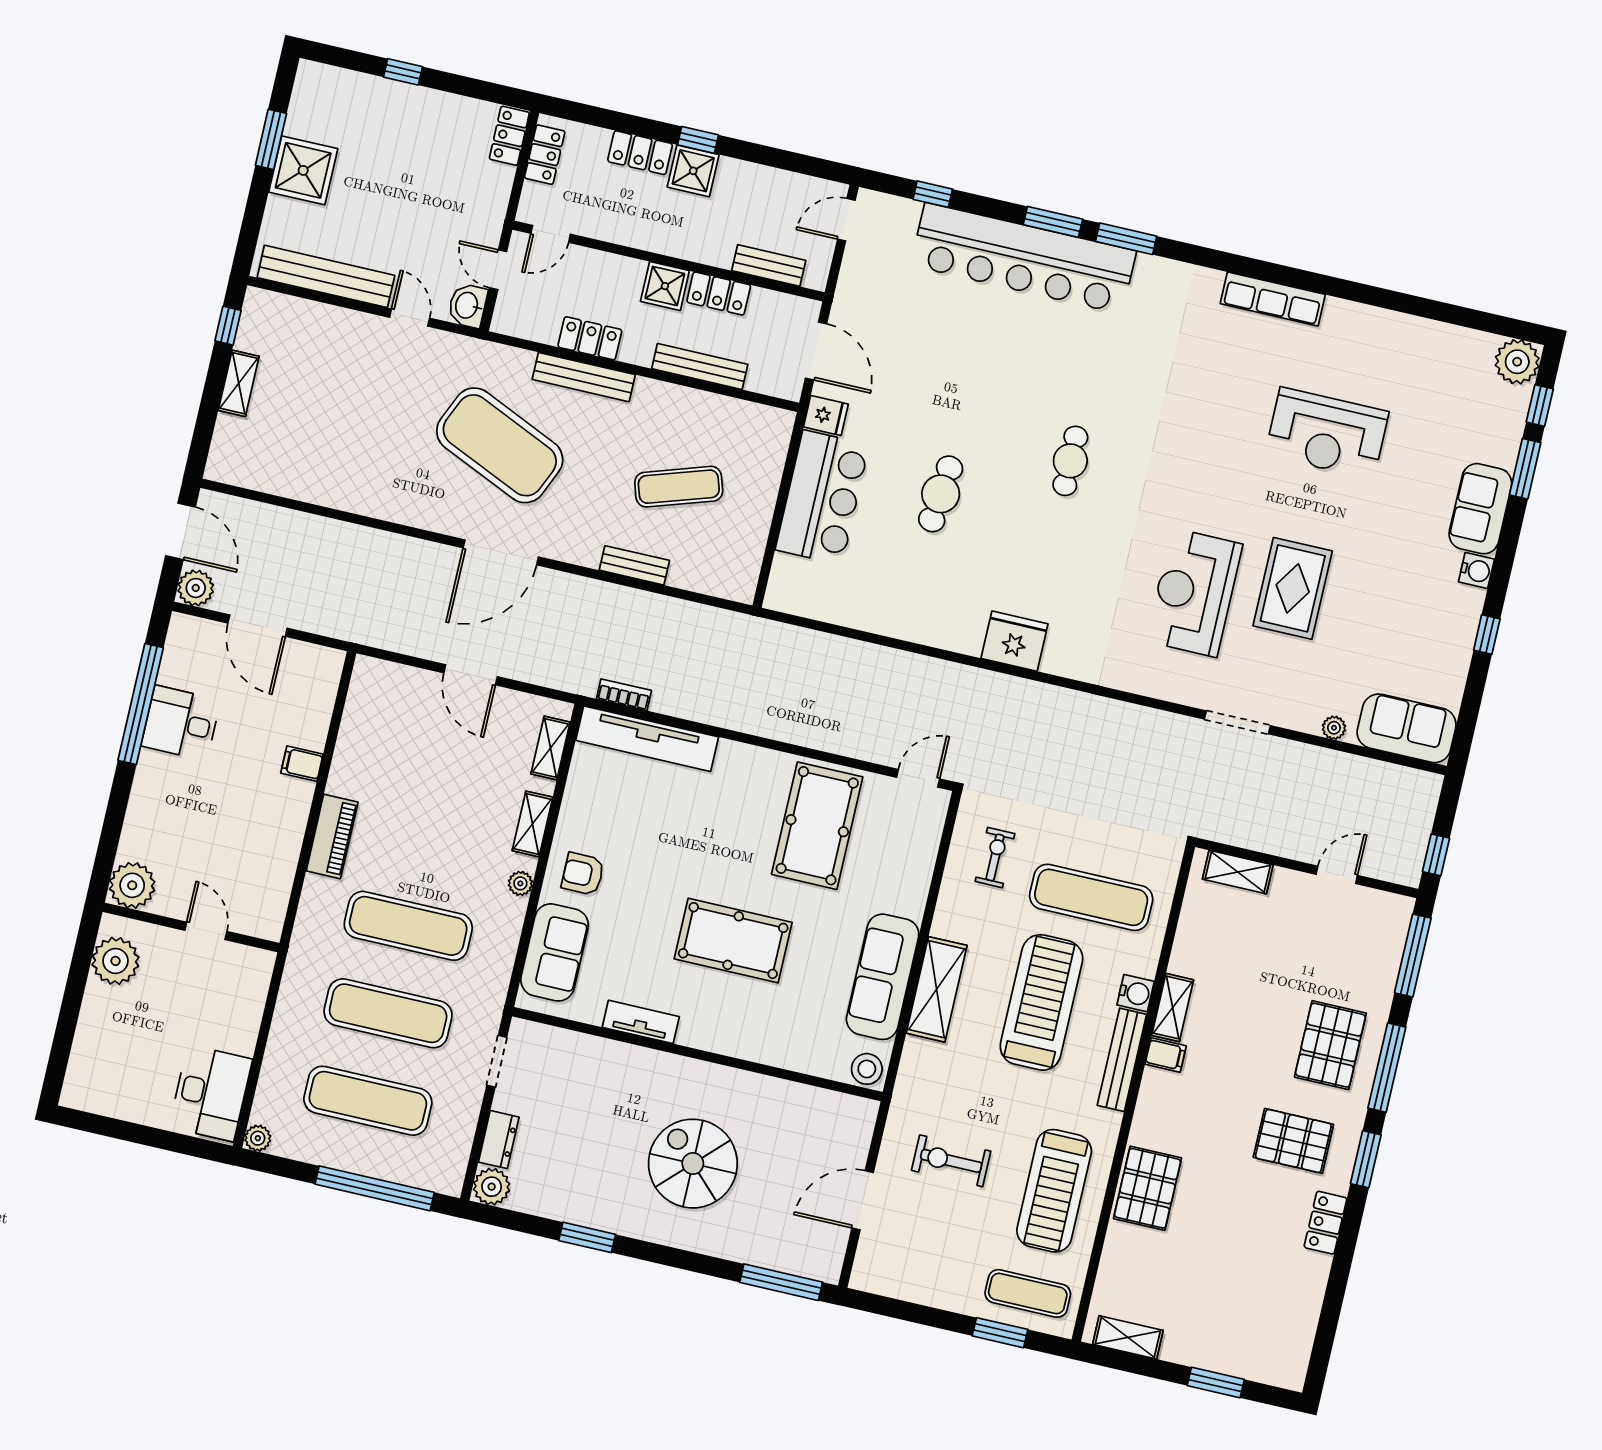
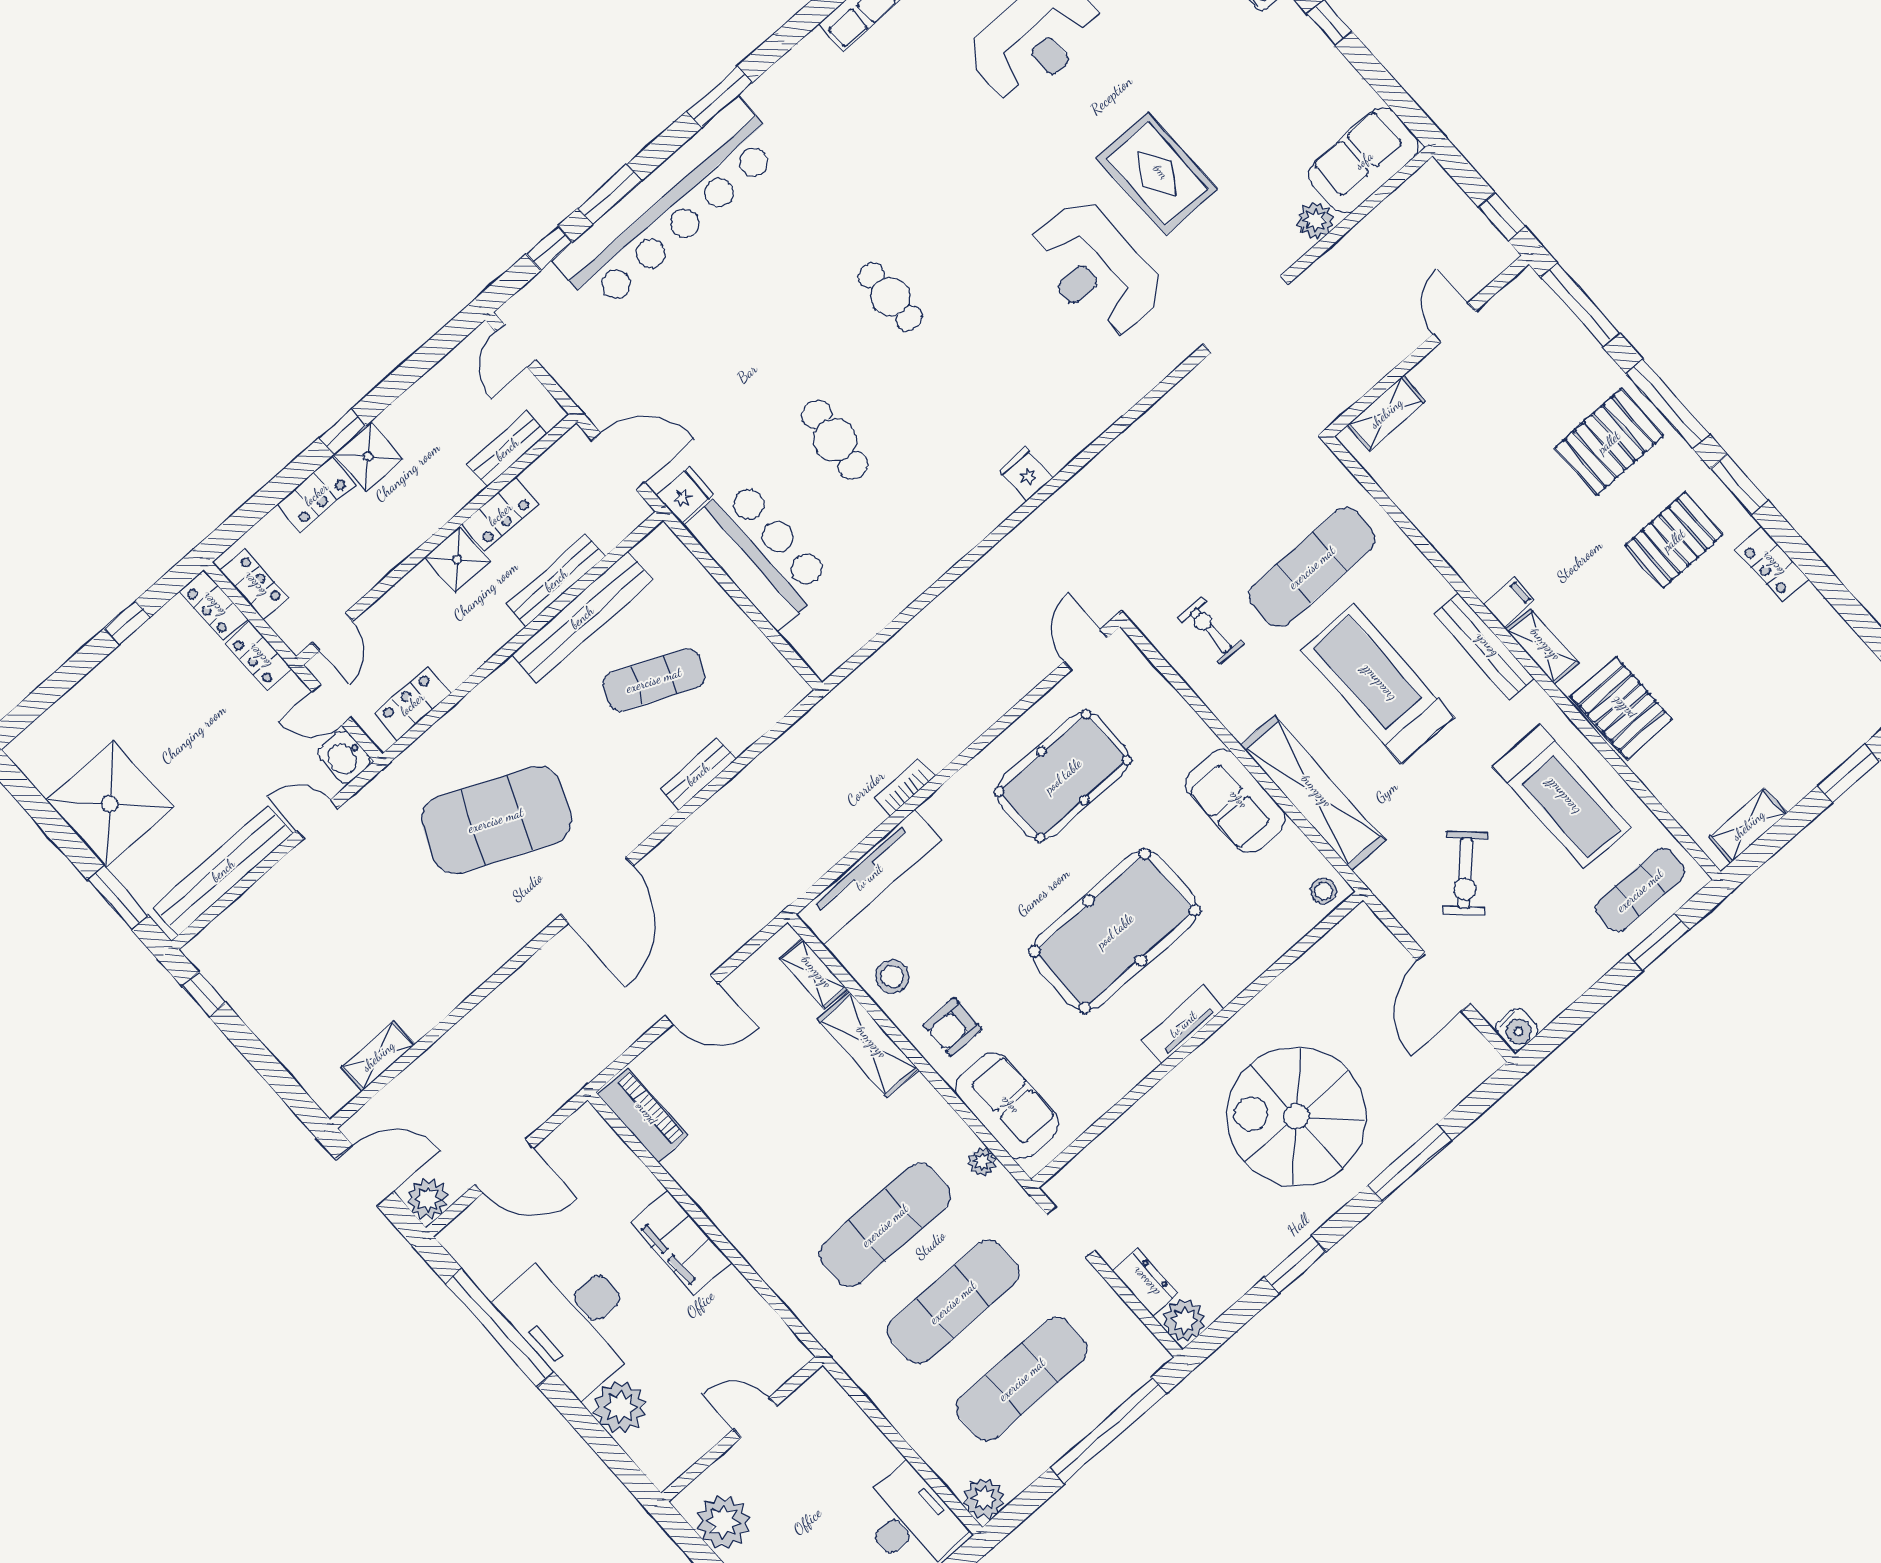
window: (403, 72) -> (128, 623), moved
window: (271, 139) -> (118, 898), moved
shower: (303, 170) -> (110, 804), width x1.37, depth x1.37
locker: (496, 194) -> (259, 656), added
window: (1053, 222) -> (610, 194), moved
locker: (590, 338) -> (412, 704), moved
bench: (584, 377) -> (582, 617), moved, width x1.37, depth x1.21
shelving: (239, 383) -> (378, 1056), moved, turned 90
exercise mat: (679, 487) -> (654, 680), turned 42
fridge: (1014, 641) -> (1026, 474), width x0.53, depth x0.75
bookcase: (624, 695) -> (905, 787), moved
doorway: (1237, 722) -> (1246, 314), width x1.36
desk: (181, 723) -> (574, 1318), width x1.87, depth x1.30
plant: (1334, 728) -> (1315, 220), width x1.38, depth x1.38
filing cabinet: (302, 764) -> (681, 1243), width x3.00, depth x1.17
stool: (588, 806) -> (892, 976), added
shelving: (532, 824) -> (868, 1044), width x1.50, depth x1.33
pool table: (817, 826) -> (1063, 776), turned 90
piano: (332, 836) -> (643, 1115), moved
plant: (520, 883) -> (982, 1162), moved
plant: (132, 885) -> (620, 1407), moved
pool table: (733, 941) -> (1115, 931), width x1.36, depth x1.32
sofa: (883, 977) -> (1235, 801), width x0.73
shelving: (937, 989) -> (1313, 793), width x1.47
water cooler: (1136, 993) -> (1517, 1029), moved, turned 90
shelving: (1173, 1008) -> (1542, 646), moved
tv unit: (641, 1022) -> (1183, 1024), moved
pallet: (1330, 1045) -> (1609, 442), turned 90
stool: (867, 1069) -> (1323, 891), width x0.73, depth x0.73
plant: (258, 1138) -> (984, 1499), width x1.38, depth x1.38
exercise bike: (951, 1161) -> (1465, 873), turned -46
spiral stairs: (693, 1164) -> (1296, 1117), width x1.37, depth x1.37
window: (781, 1282) -> (1410, 1163), moved

